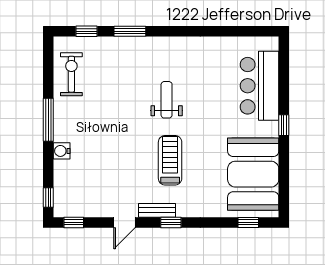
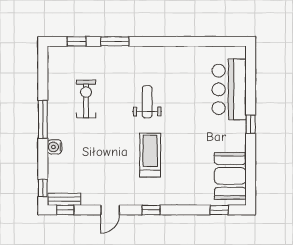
exercise bike: (71, 74) -> (86, 99), moved
booth: (253, 174) -> (230, 176), width x0.73, depth x0.70
bench: (157, 210) -> (64, 199), moved

